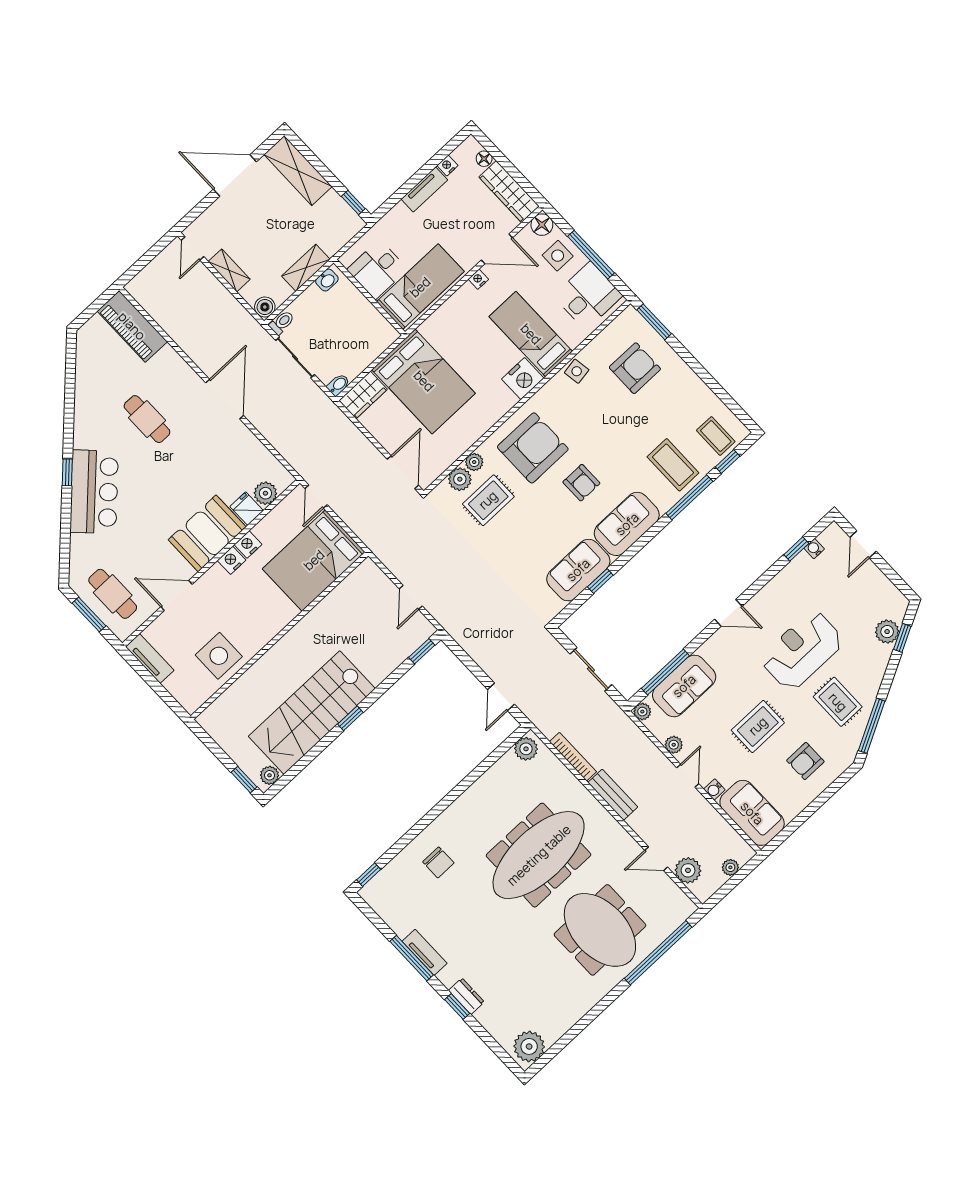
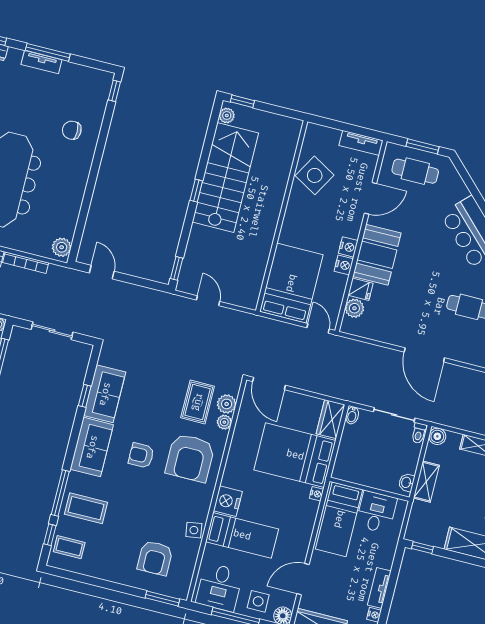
nightstand: (478, 279) -> (316, 494), moved
side table: (219, 656) -> (315, 175), turned 30

